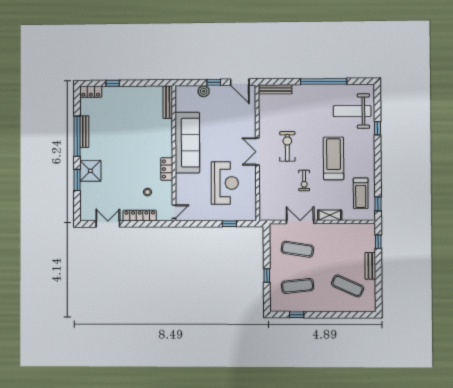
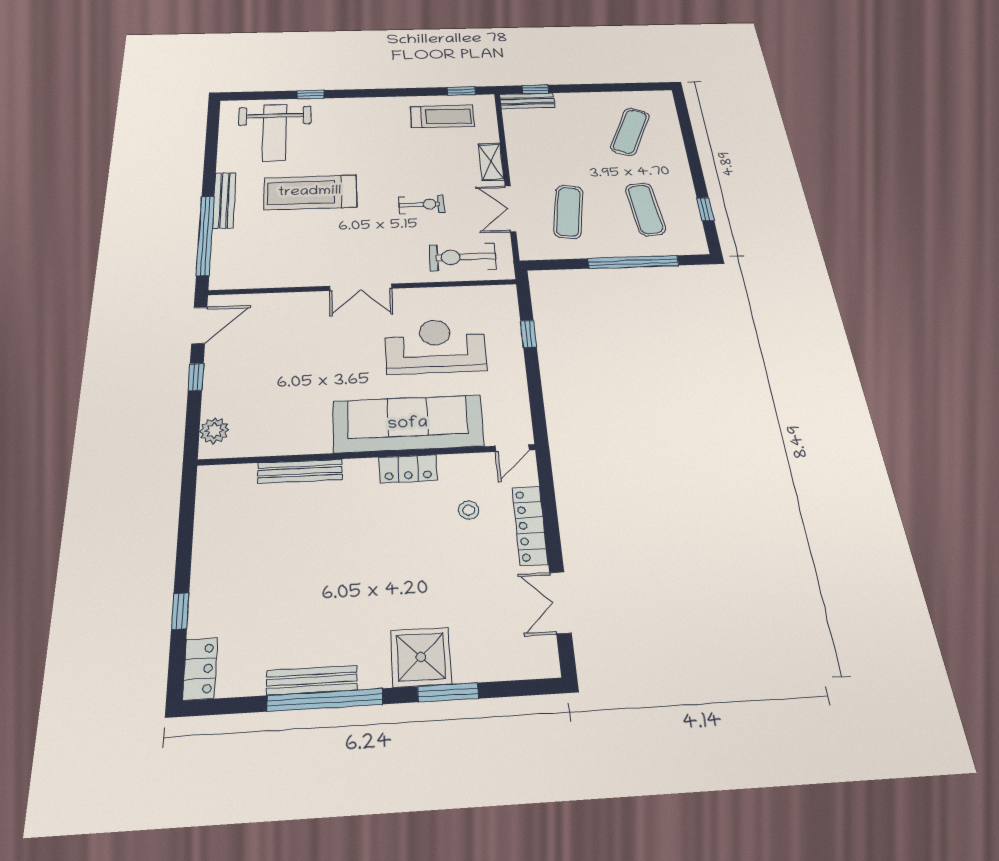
window: (324, 81) -> (205, 235), moved
bench: (275, 89) -> (224, 200), moved
plant: (204, 91) -> (214, 431), moved
bench: (168, 102) -> (300, 471), moved
sofa: (187, 143) -> (408, 424), moved
exercise bike: (287, 146) -> (463, 257), moved
treadmill: (334, 158) -> (310, 192), moved
door: (174, 212) -> (512, 448), swing flipped
bench: (370, 266) -> (527, 101), moved
window: (267, 276) -> (633, 262), width x3.17

